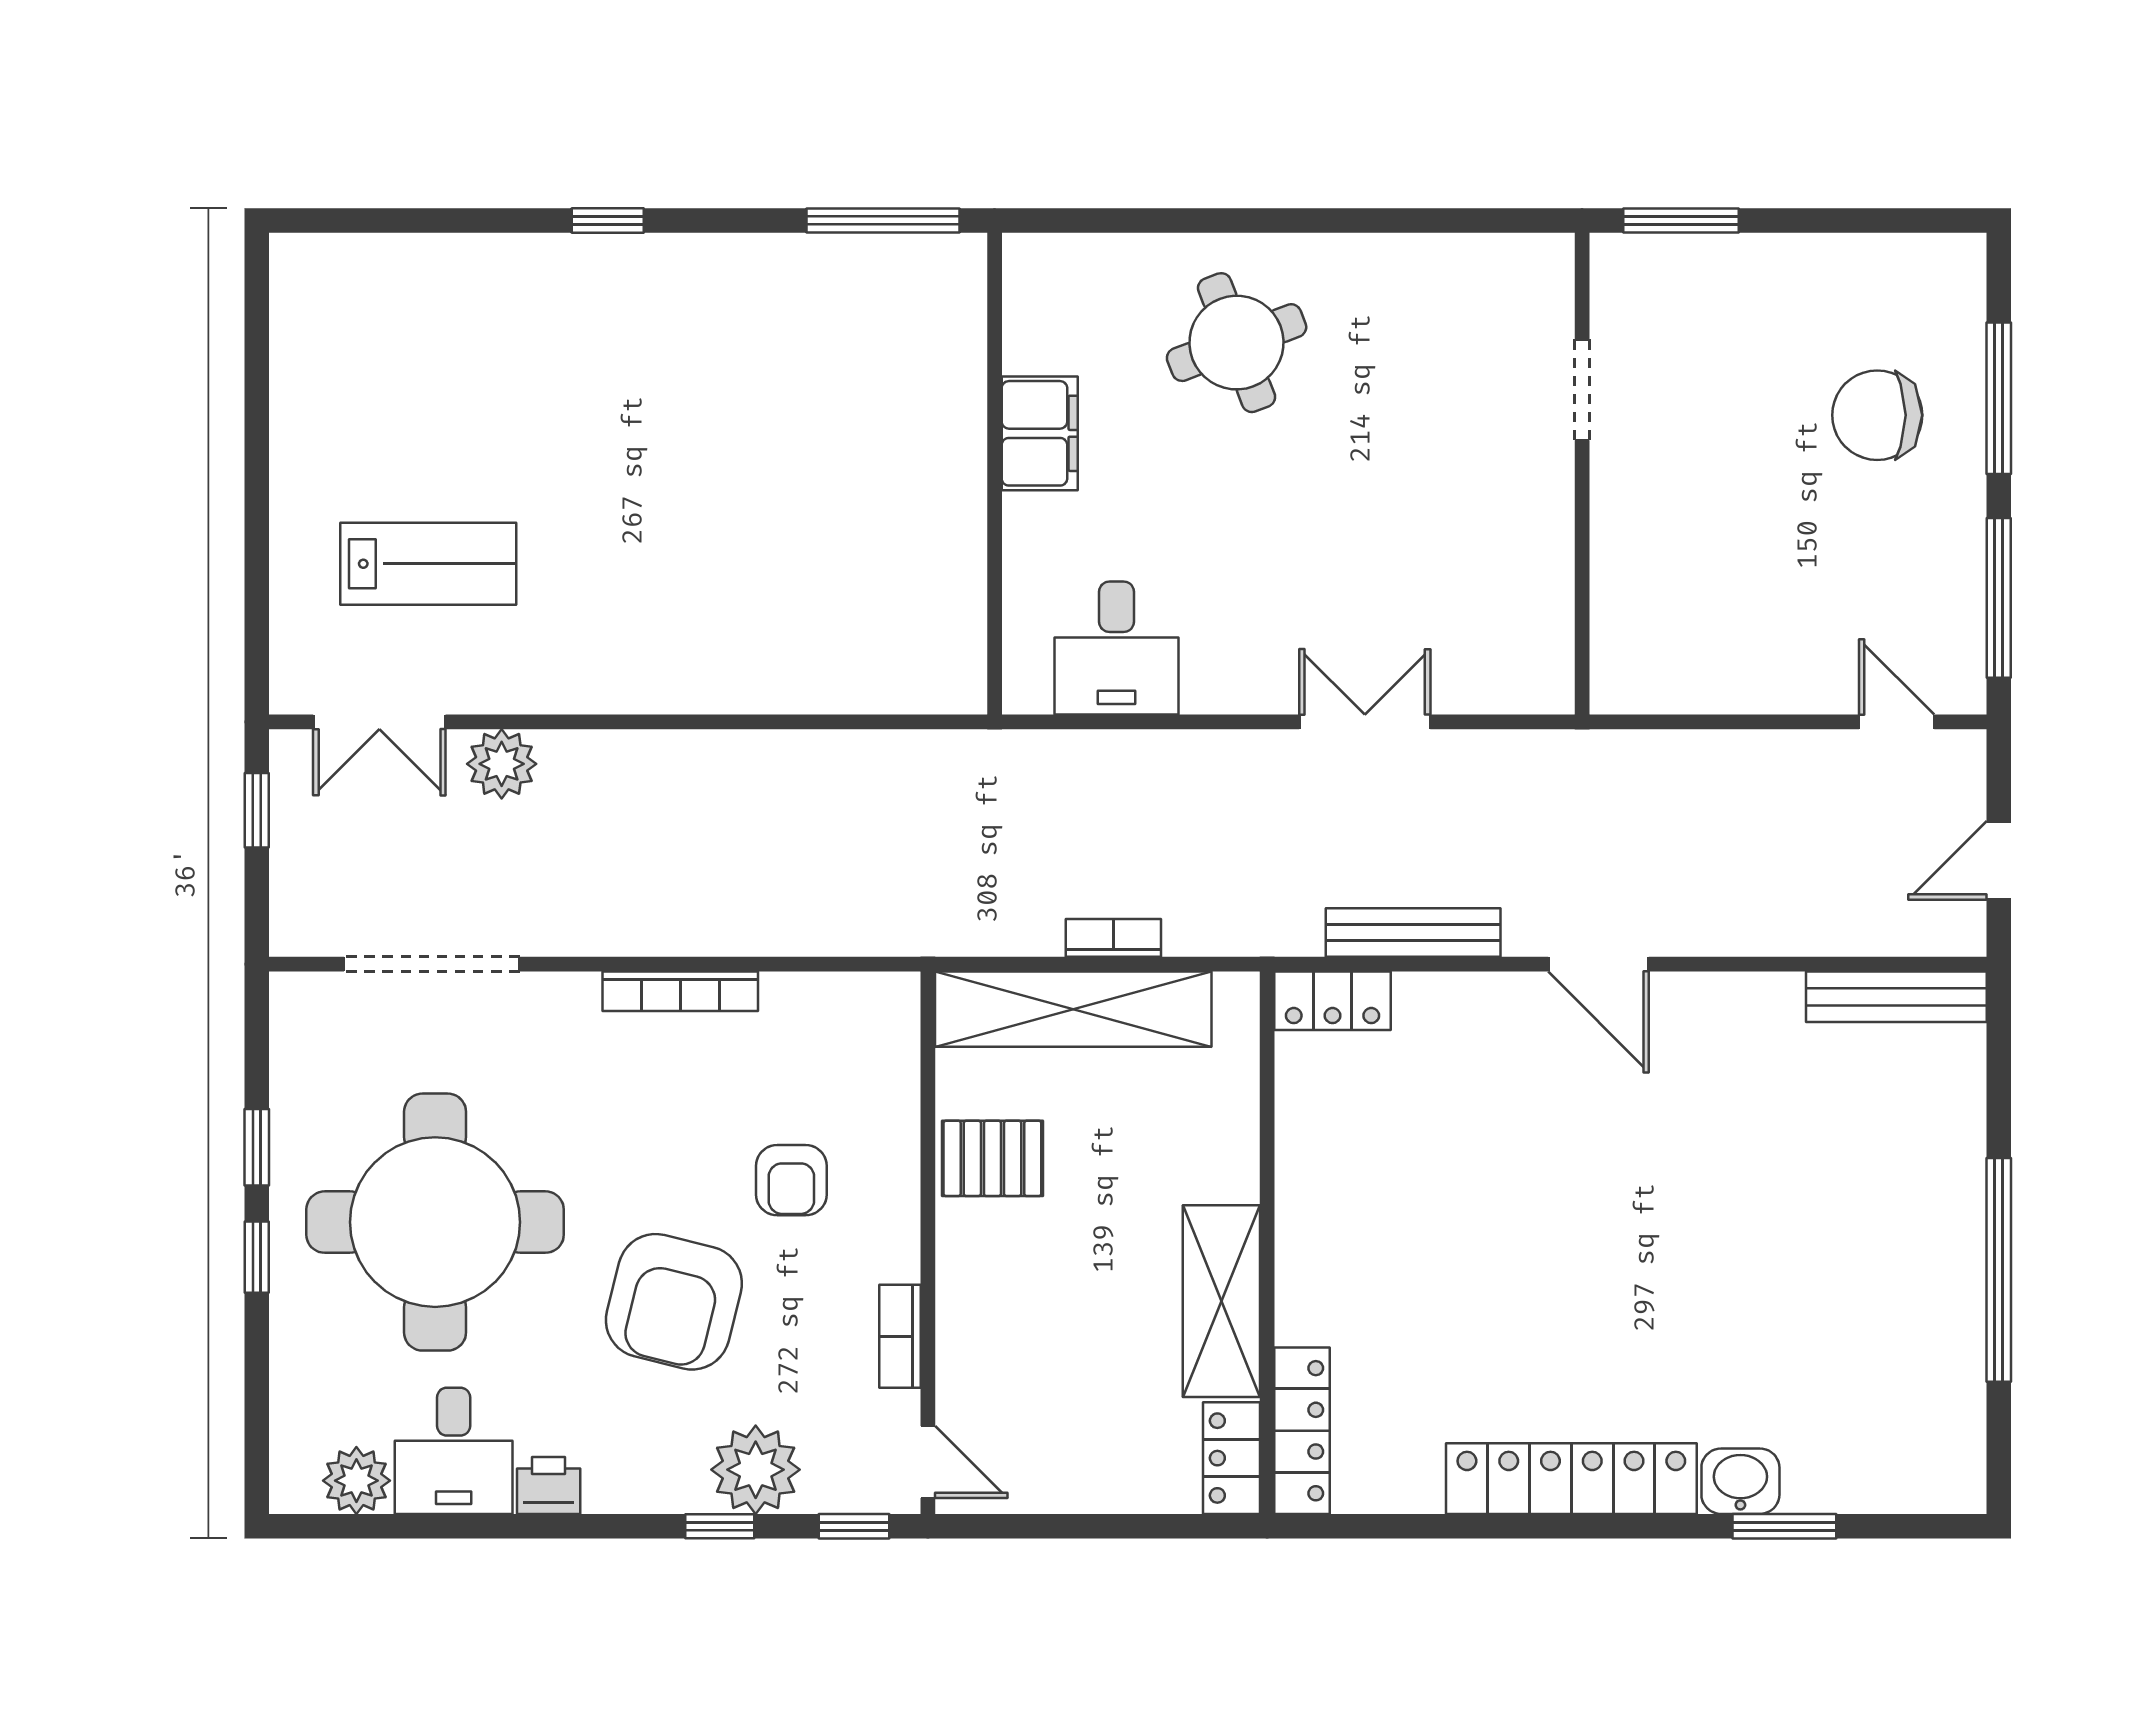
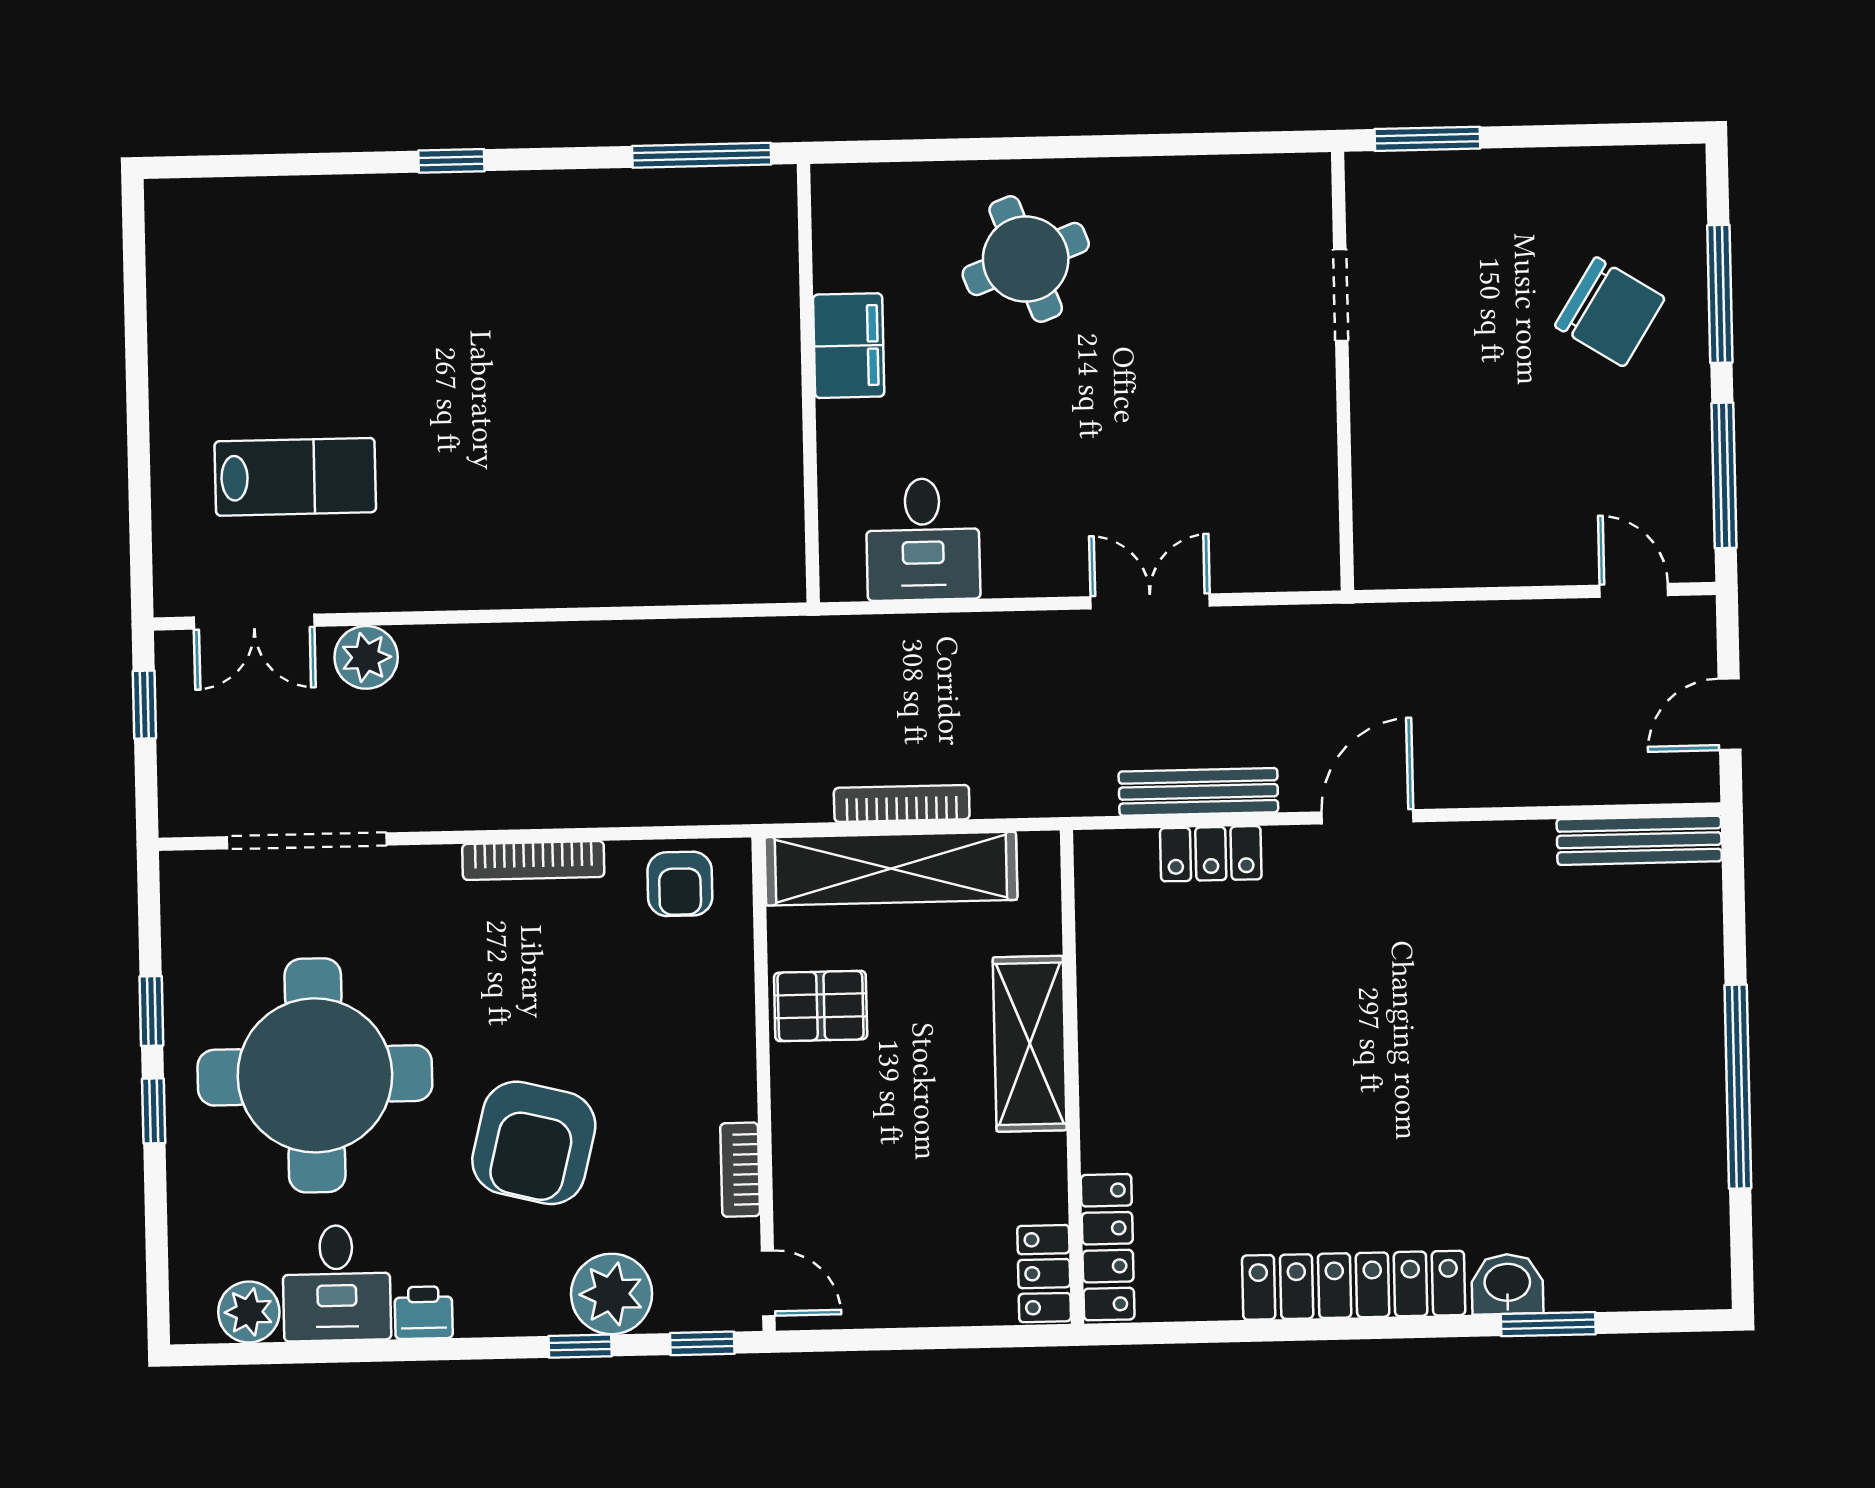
chair: (1877, 415) -> (1610, 312), turned -148
bookcase: (1113, 938) -> (902, 804), width x1.56
door: (1598, 964) -> (1368, 817), swing flipped
locker: (1332, 1001) -> (1211, 854), moved
armchair: (791, 1180) -> (680, 884), moved
shelving: (1221, 1301) -> (1030, 1044), moved

